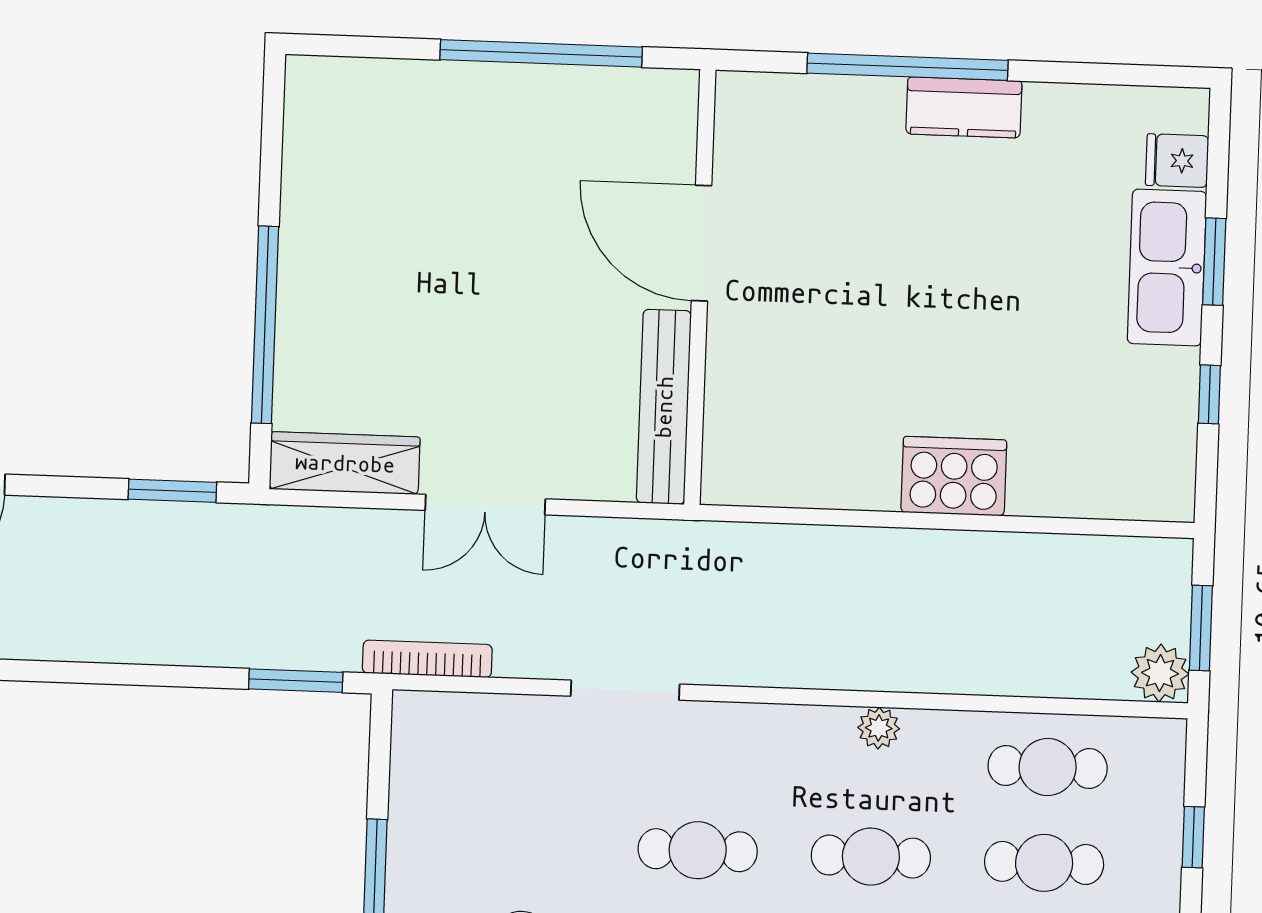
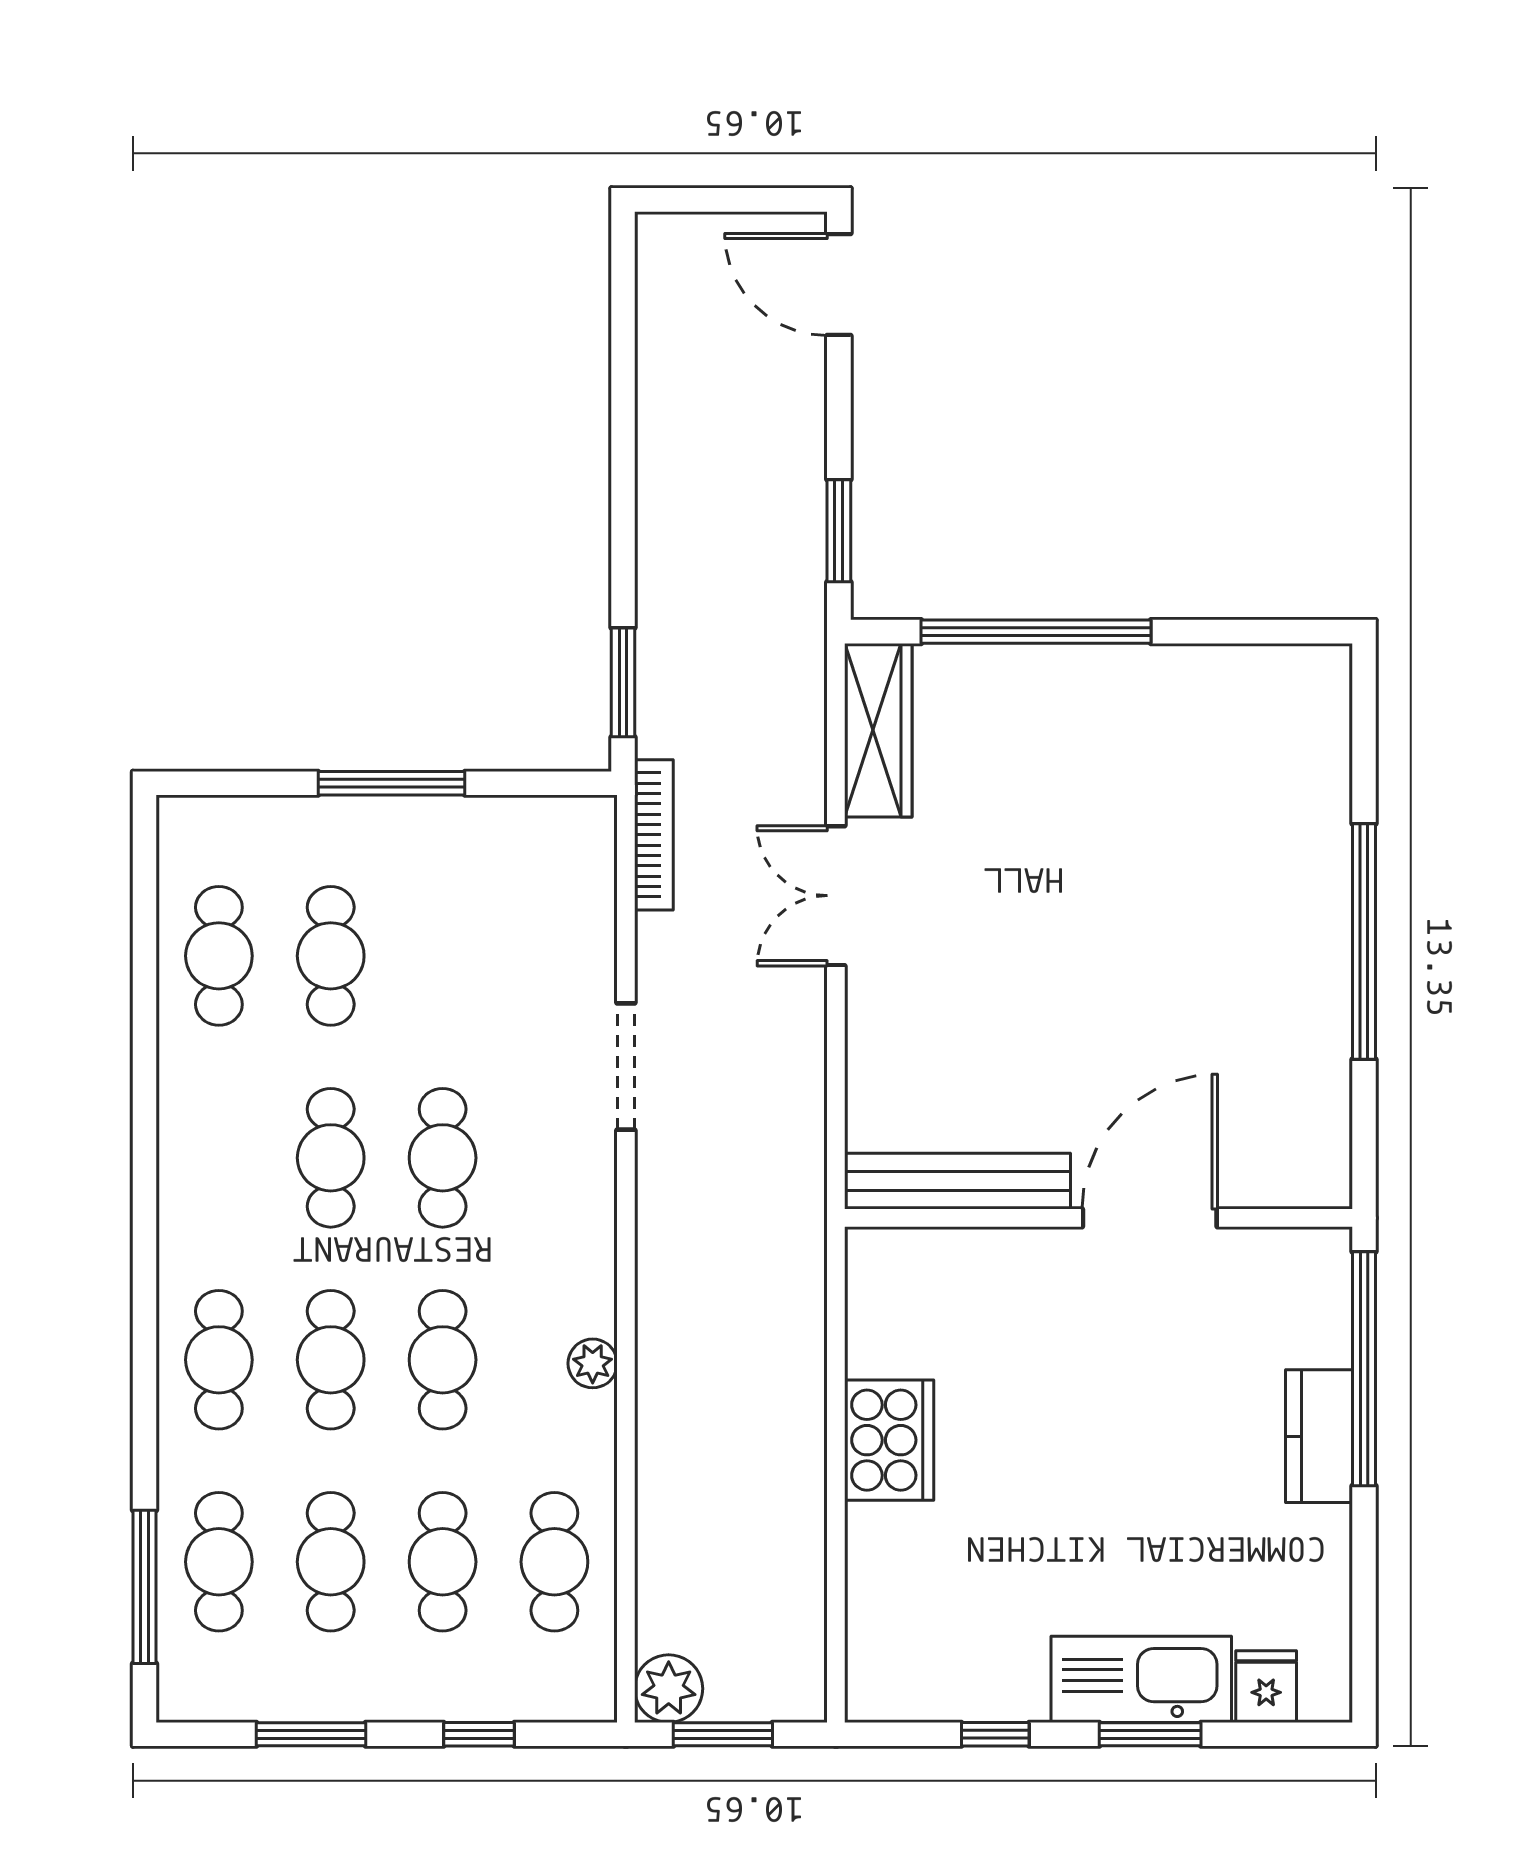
door: (701, 243) -> (1150, 1218), moved
wall: (700, 287) -> (1098, 1218), moved
bench: (664, 407) -> (958, 1181), moved

